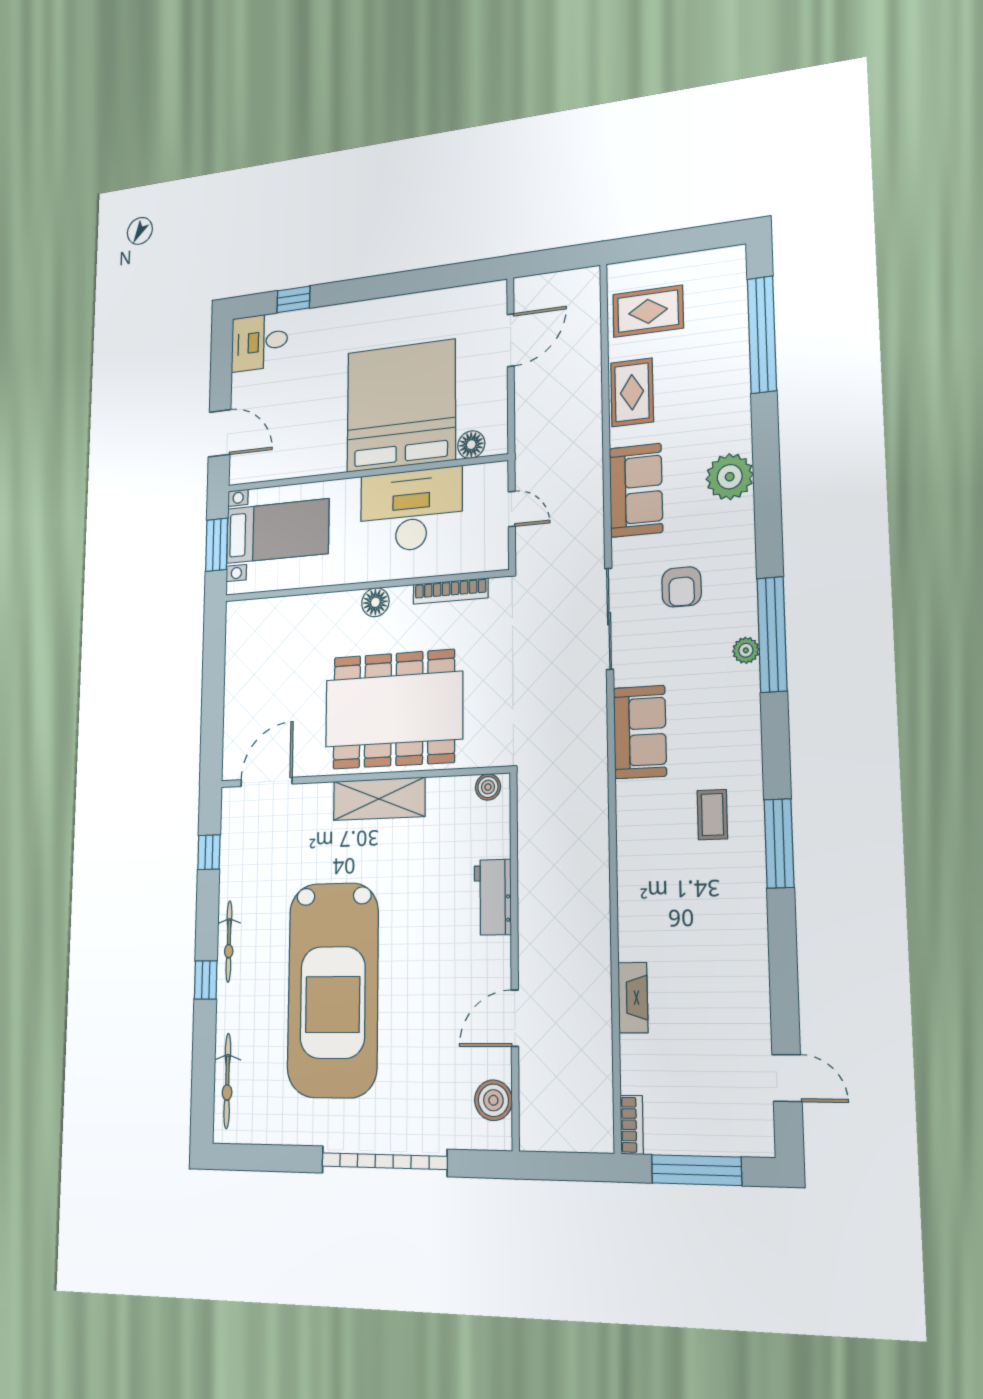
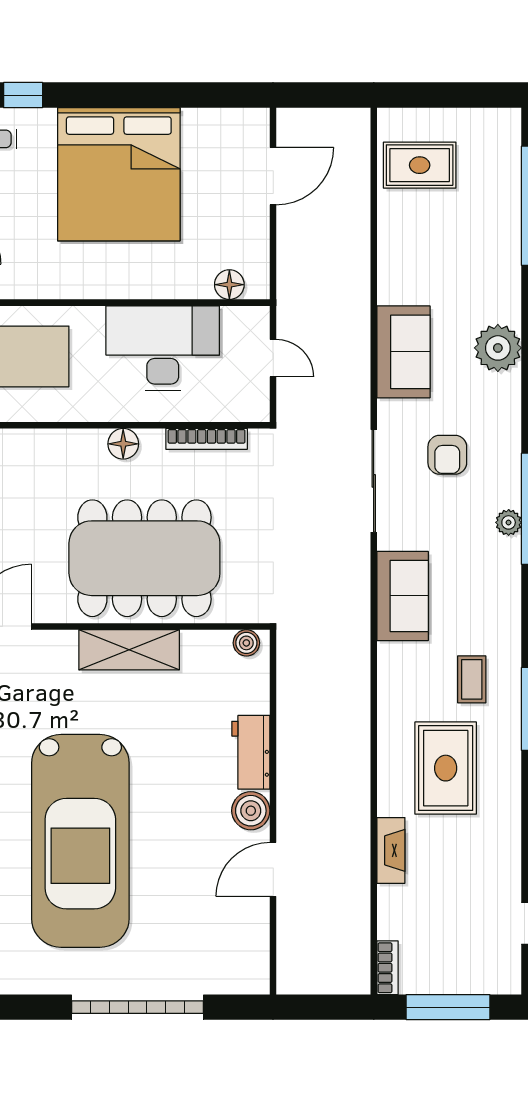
rug: (632, 392) -> (446, 768), moved, width x1.36, depth x1.43
bed: (401, 406) -> (119, 174), moved, turned 180
boiler: (493, 1100) -> (251, 811), moved

